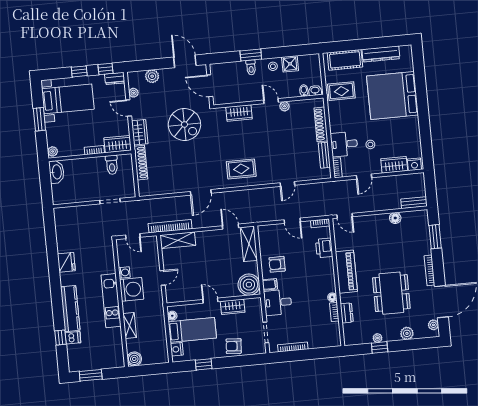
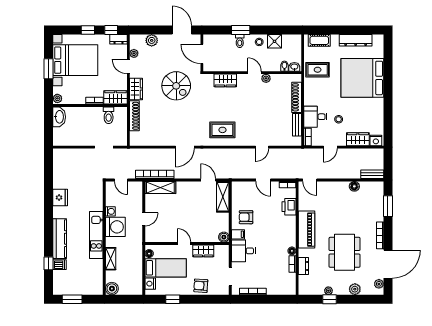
cot: (345, 60) -> (319, 40), width x0.73, depth x0.75
bed with nightstands: (68, 99) -> (75, 60), width x1.36
boiler: (249, 285) -> (224, 237), width x0.54, depth x0.54

